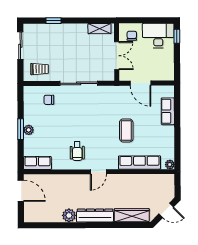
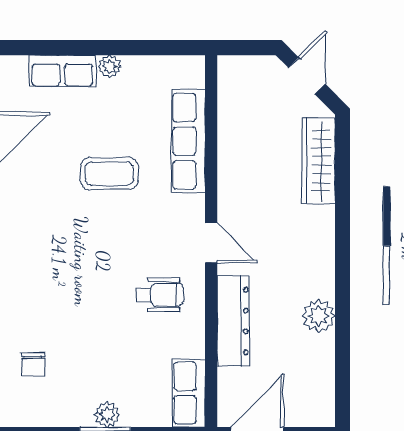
plant: (170, 165) -> (109, 66), moved
dresser: (95, 215) -> (233, 321), moved, turned 180

